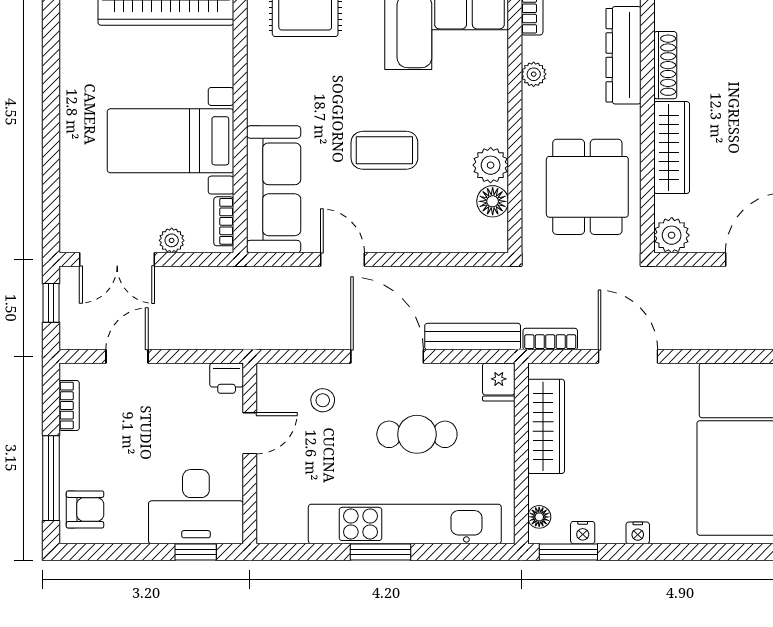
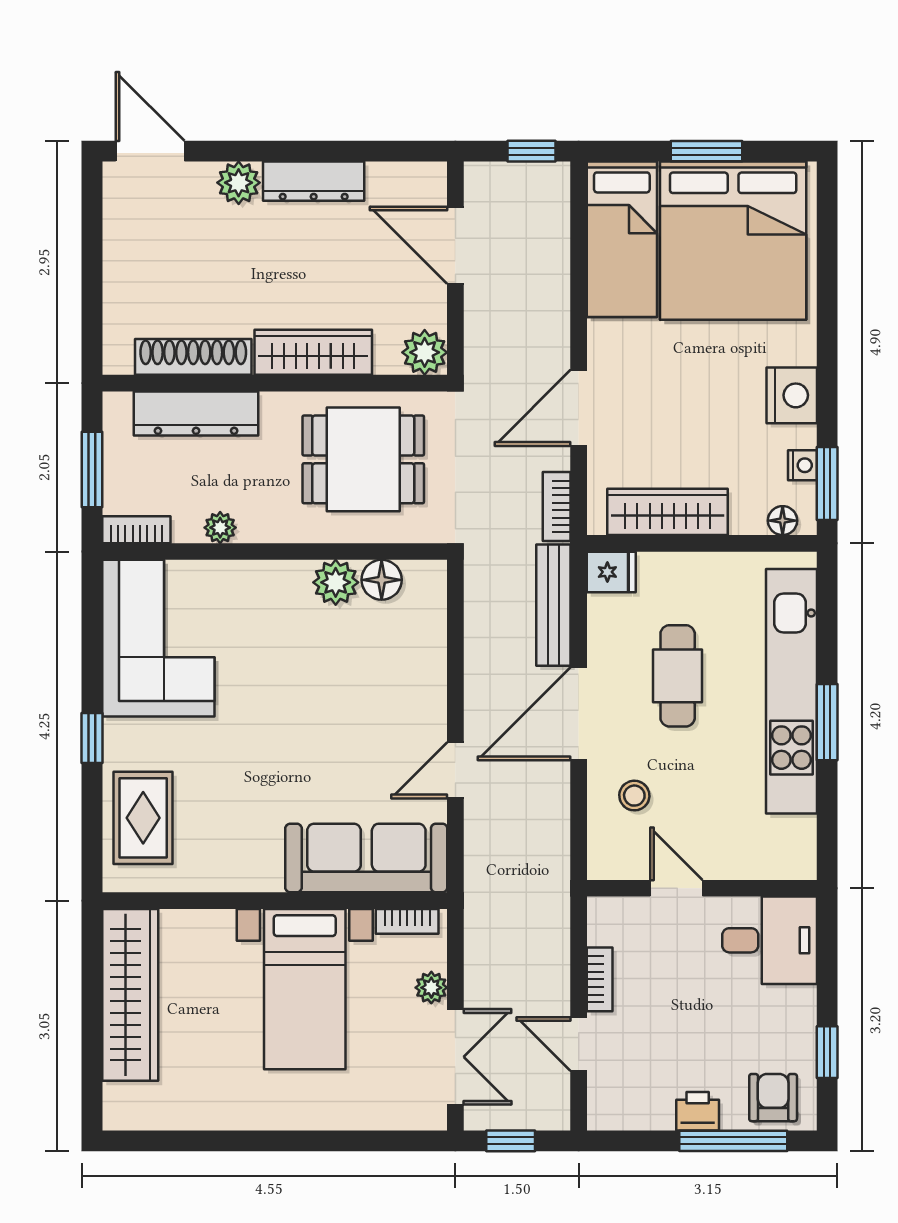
shoe rack: (665, 65) -> (193, 357), width x1.36, depth x1.24
coffee table: (384, 150) -> (317, 717), removed
printer: (227, 378) -> (698, 1111), moved, turned -90
bookcase: (69, 405) -> (600, 979), moved, turned 90
desk: (196, 507) -> (770, 940), width x0.73
nightstand: (638, 533) -> (792, 395), width x1.89, depth x1.79
window: (196, 552) -> (827, 1052), moved

